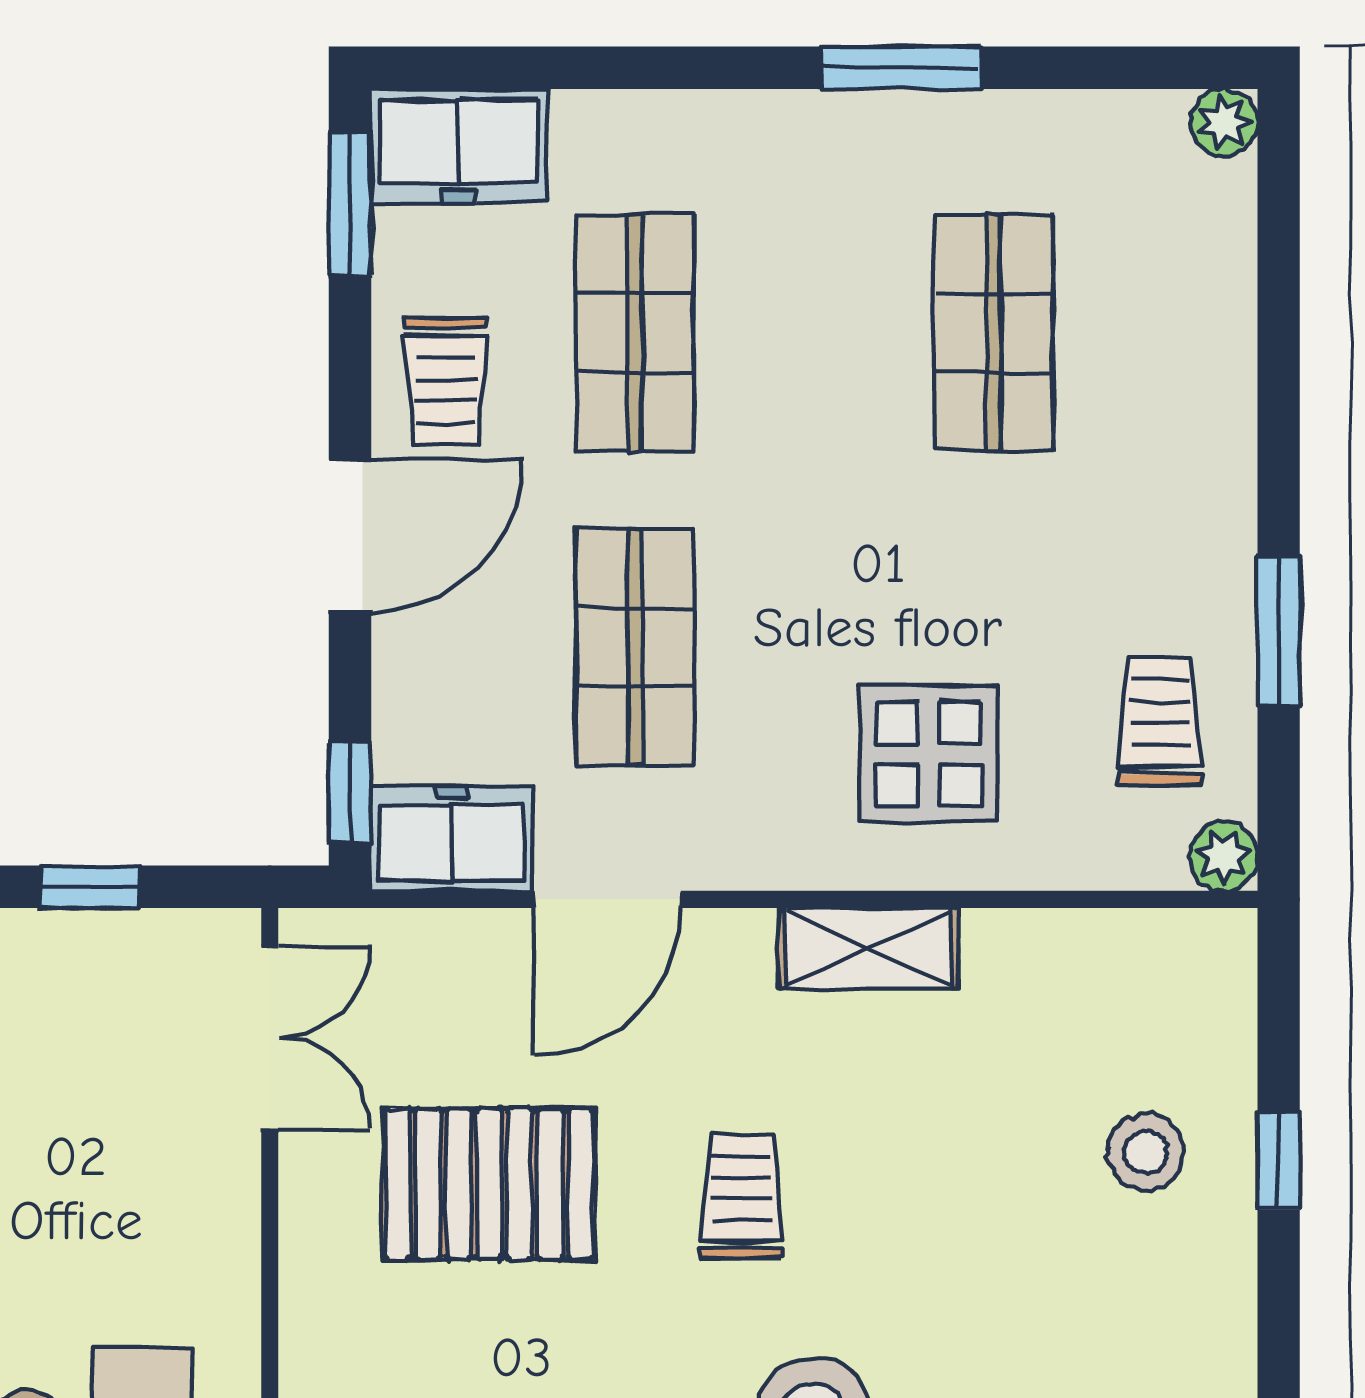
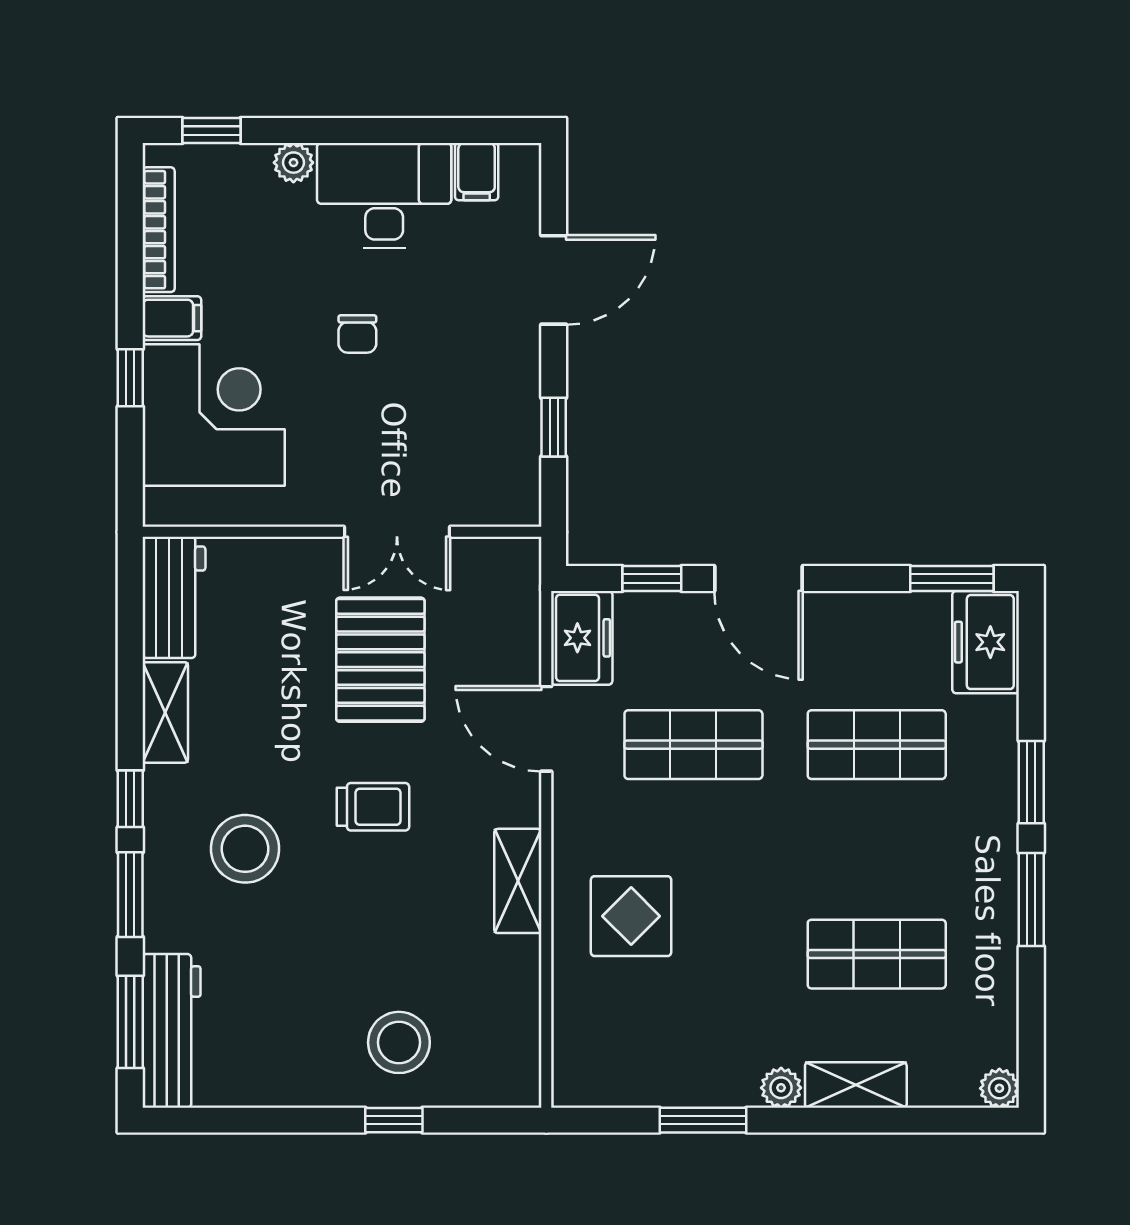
window: (699, 68) -> (1031, 782), added
shelving: (1218, 369) -> (856, 1085), added
trolley: (446, 381) -> (848, 634), removed
trolley: (1160, 721) -> (650, 1051), removed
window: (350, 793) -> (652, 579), moved
plant: (1223, 857) -> (781, 1088), moved
double door: (270, 1038) -> (397, 532), moved
stool: (1145, 1152) -> (399, 1042), width x1.38, depth x1.38

